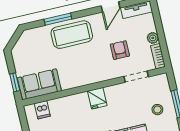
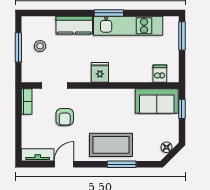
plant: (153, 38) -> (28, 122), removed
floor lamp: (21, 44) -> (167, 147), added

